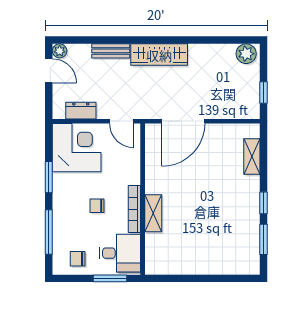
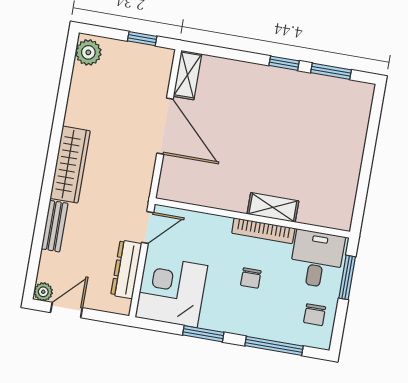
dresser: (81, 111) -> (126, 269), width x1.44
door: (183, 121) -> (165, 126), moved
shelving: (252, 157) -> (187, 75), moved, turned 90

